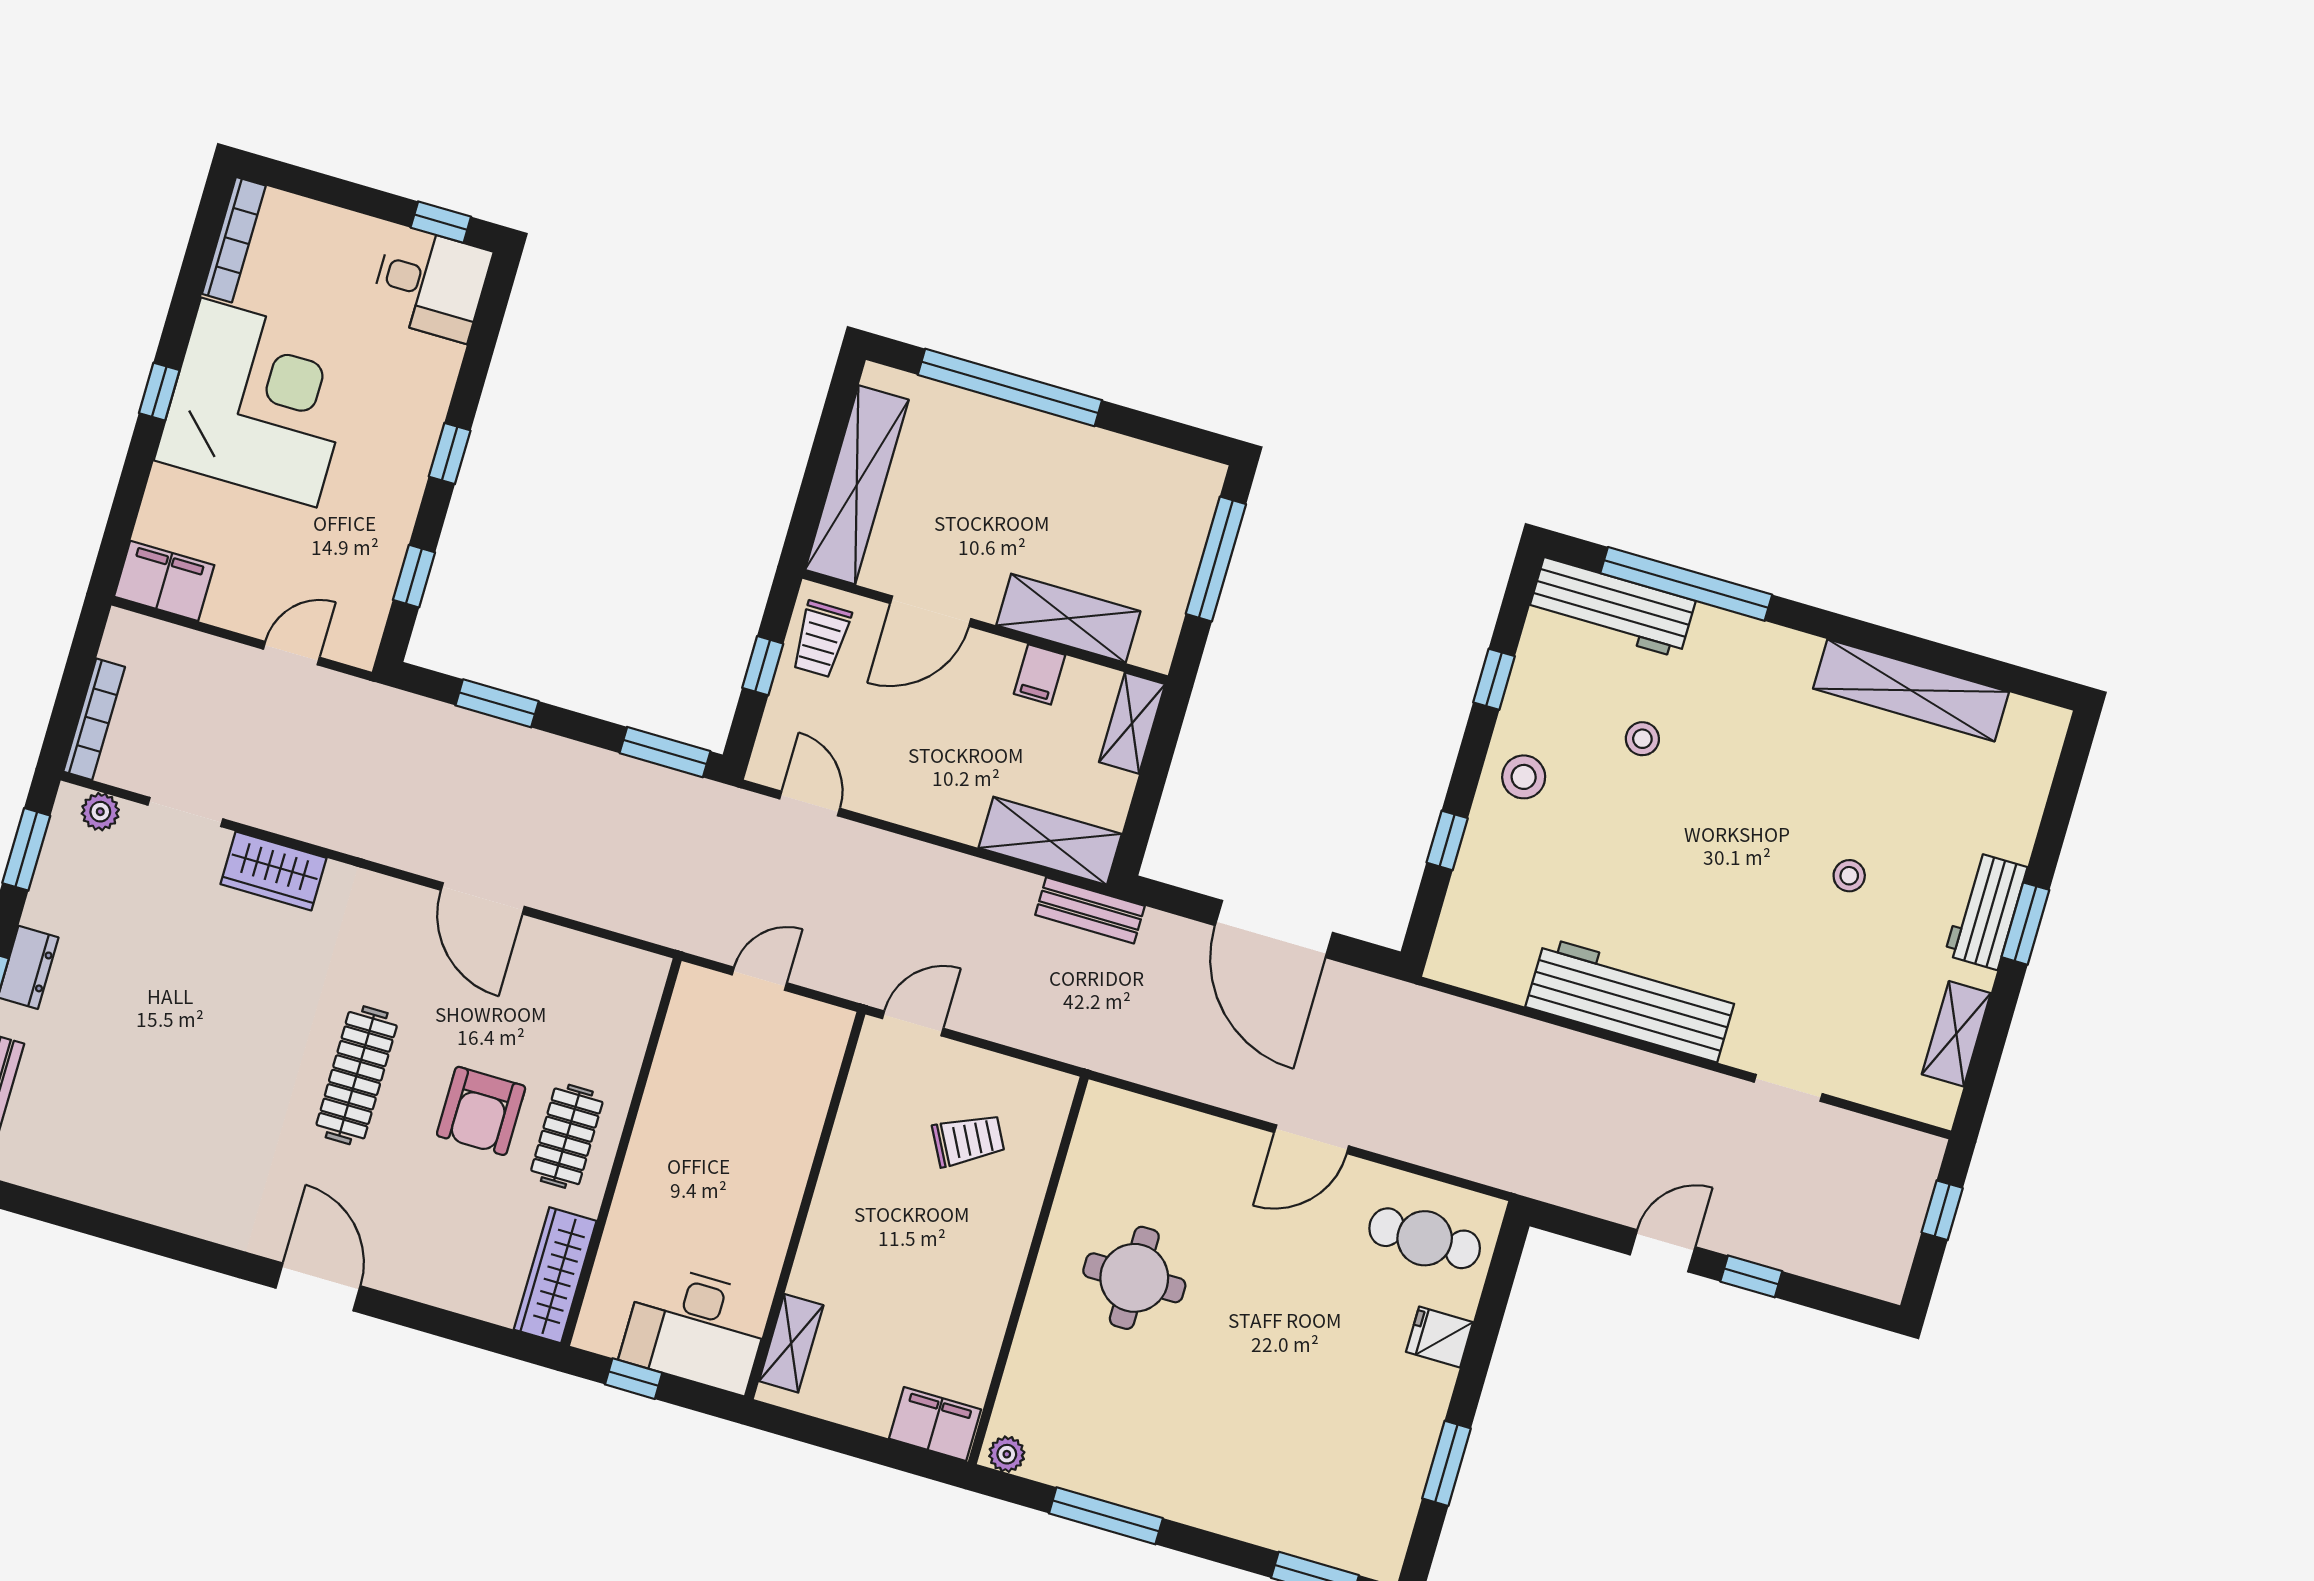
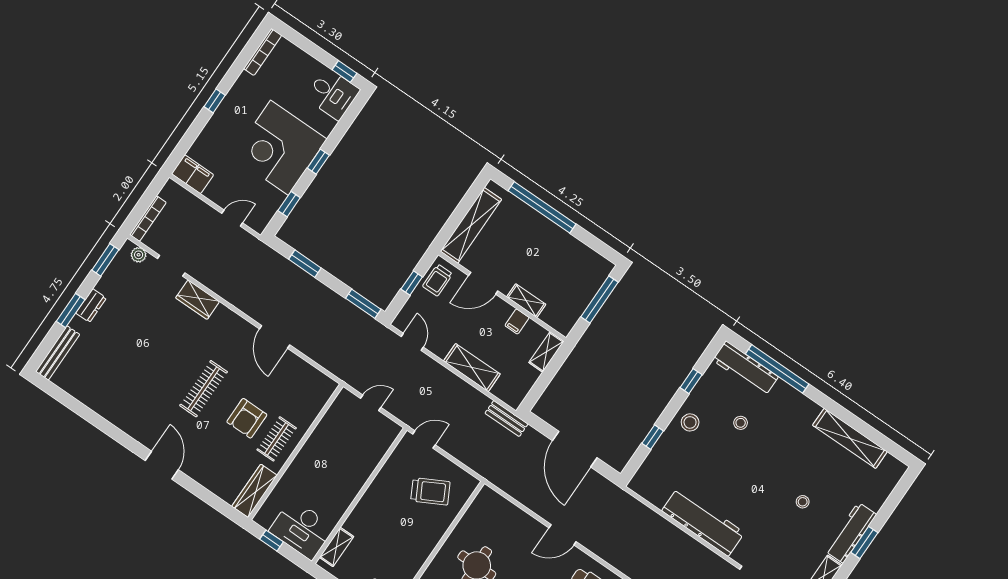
corner desk: (259, 403) -> (279, 148), moved, turned 180
shelving: (1068, 618) -> (526, 301), width x0.67, depth x0.75
shelving: (1050, 841) -> (472, 368), moved
workbench: (1986, 911) -> (851, 533), width x1.38
trolley: (968, 1140) -> (430, 491), width x1.36, depth x1.39

